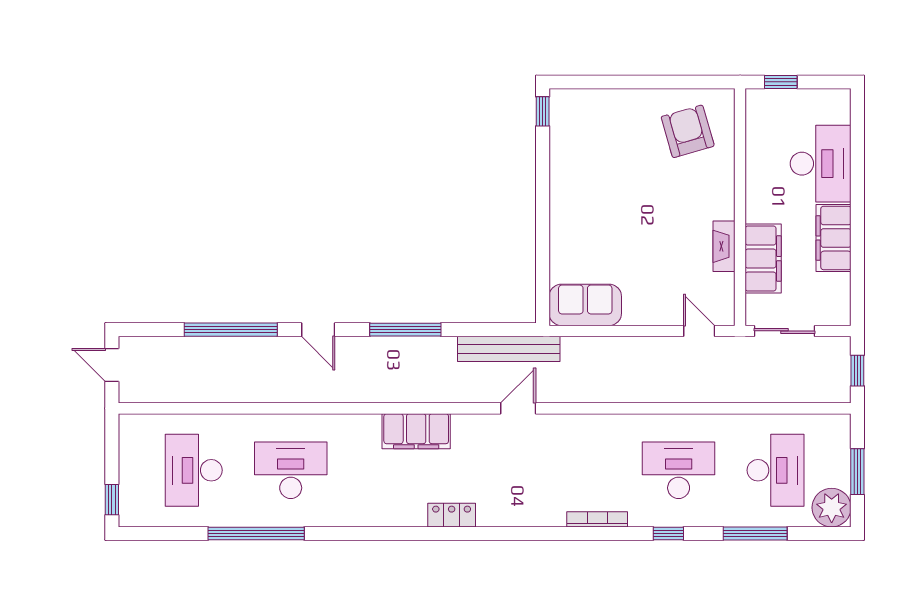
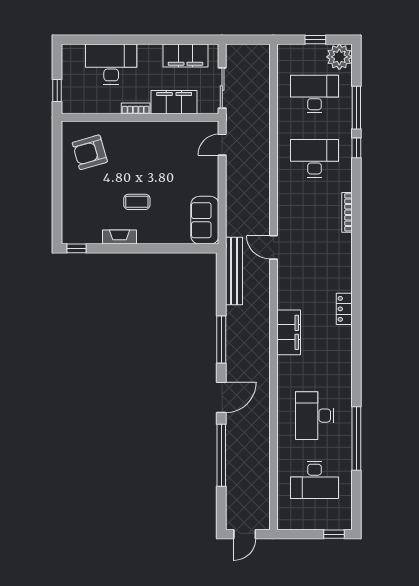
bookcase: (754, 201) -> (136, 108), added
coffee table: (613, 202) -> (137, 202), added
filing cabinet: (834, 238) -> (185, 56), moved
fireplace: (724, 246) -> (119, 237), moved, turned 180
door: (318, 330) -> (221, 397), width x1.38
window: (857, 371) -> (248, 40), removed
door: (518, 408) -> (273, 247), moved
desk: (679, 470) -> (315, 158), turned 90
window: (857, 472) -> (315, 40), width x0.67
window: (668, 533) -> (356, 148), moved

